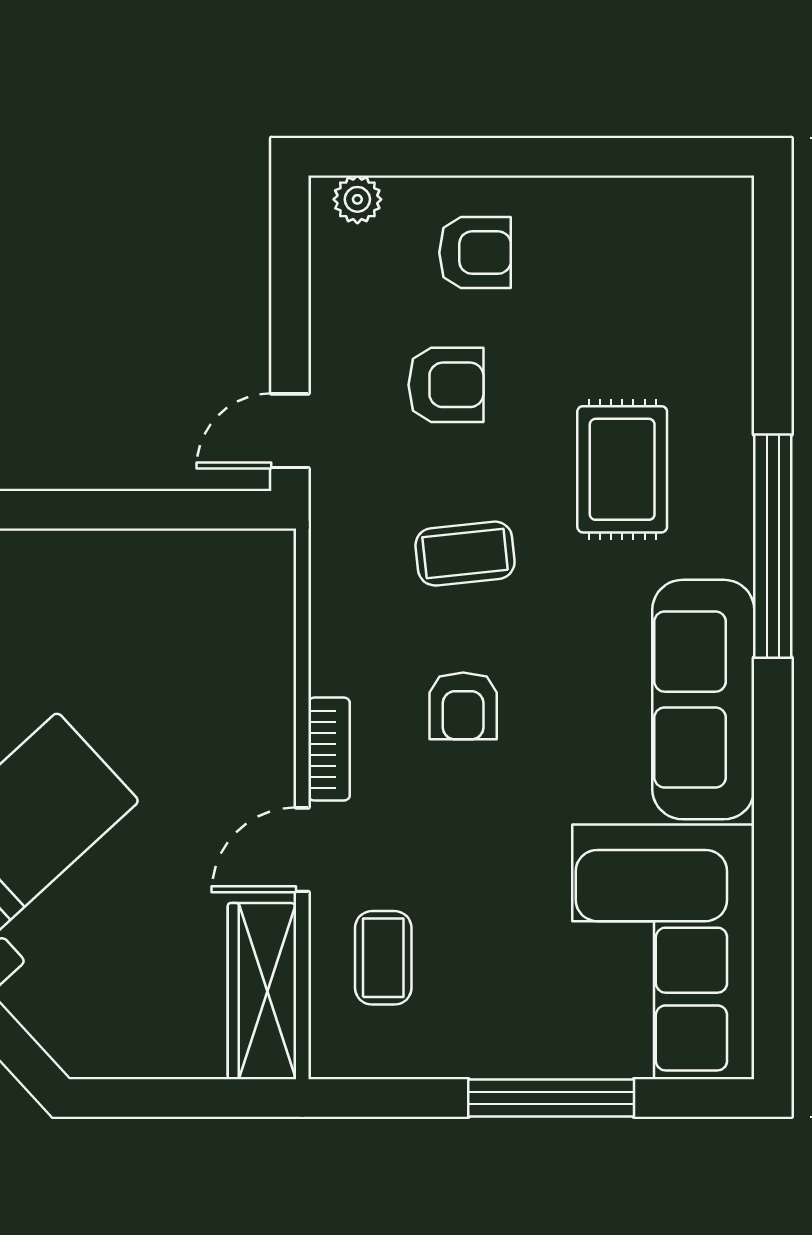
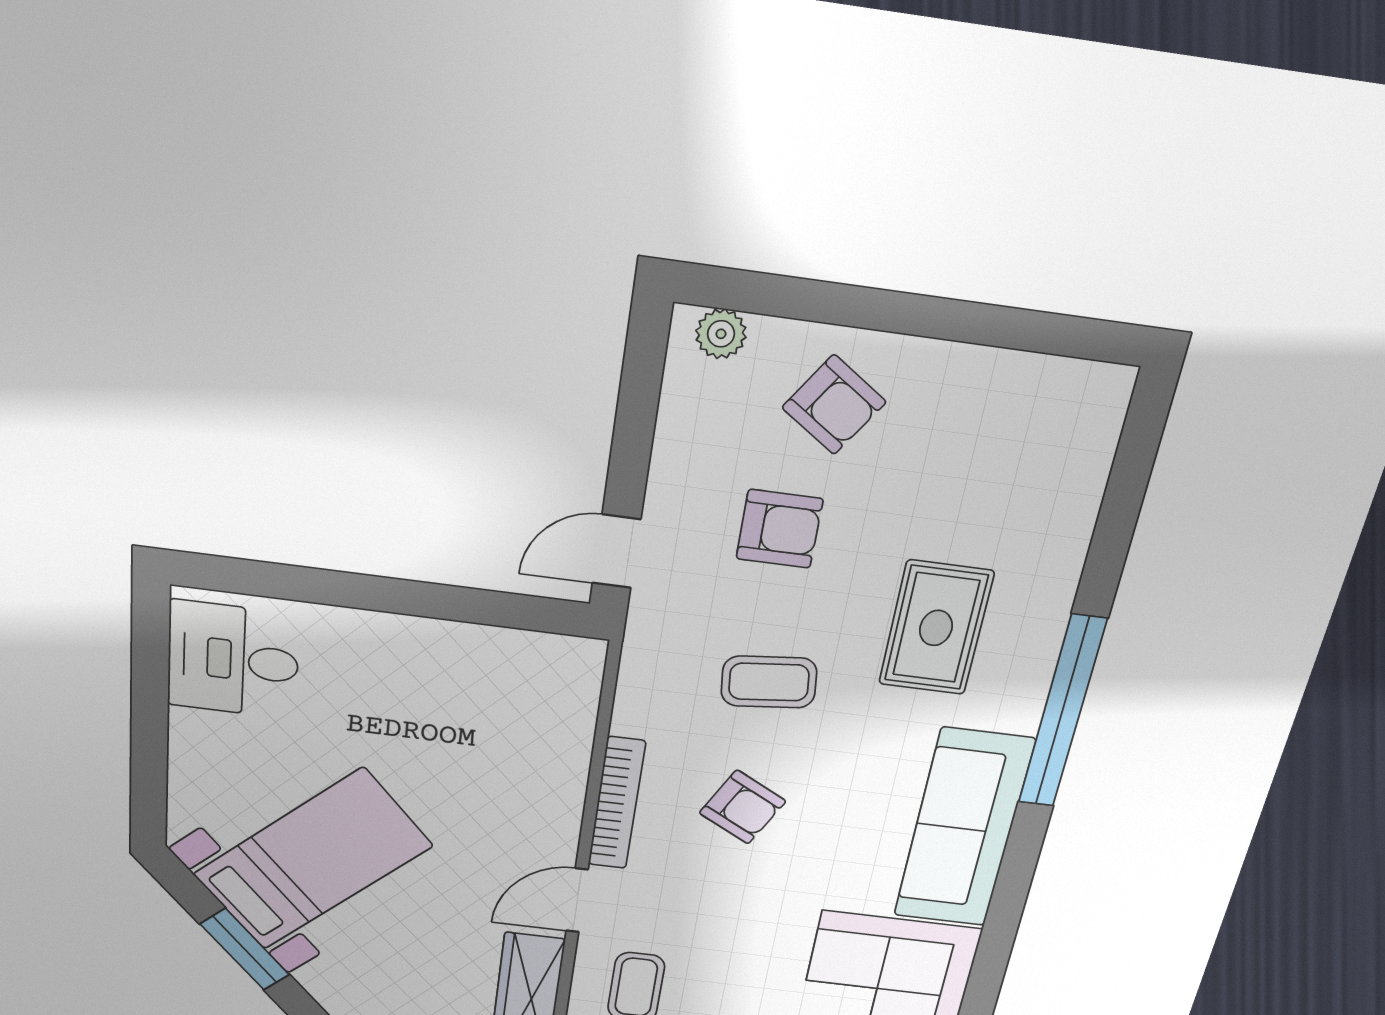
armchair: (475, 253) -> (834, 405), turned 34
armchair: (463, 706) -> (743, 807), turned -62
bookcase: (329, 749) -> (617, 803), width x1.56

